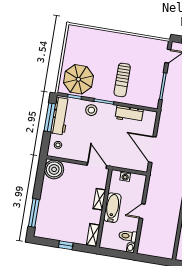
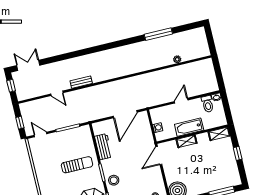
door: (142, 211) -> (181, 101), swing flipped

